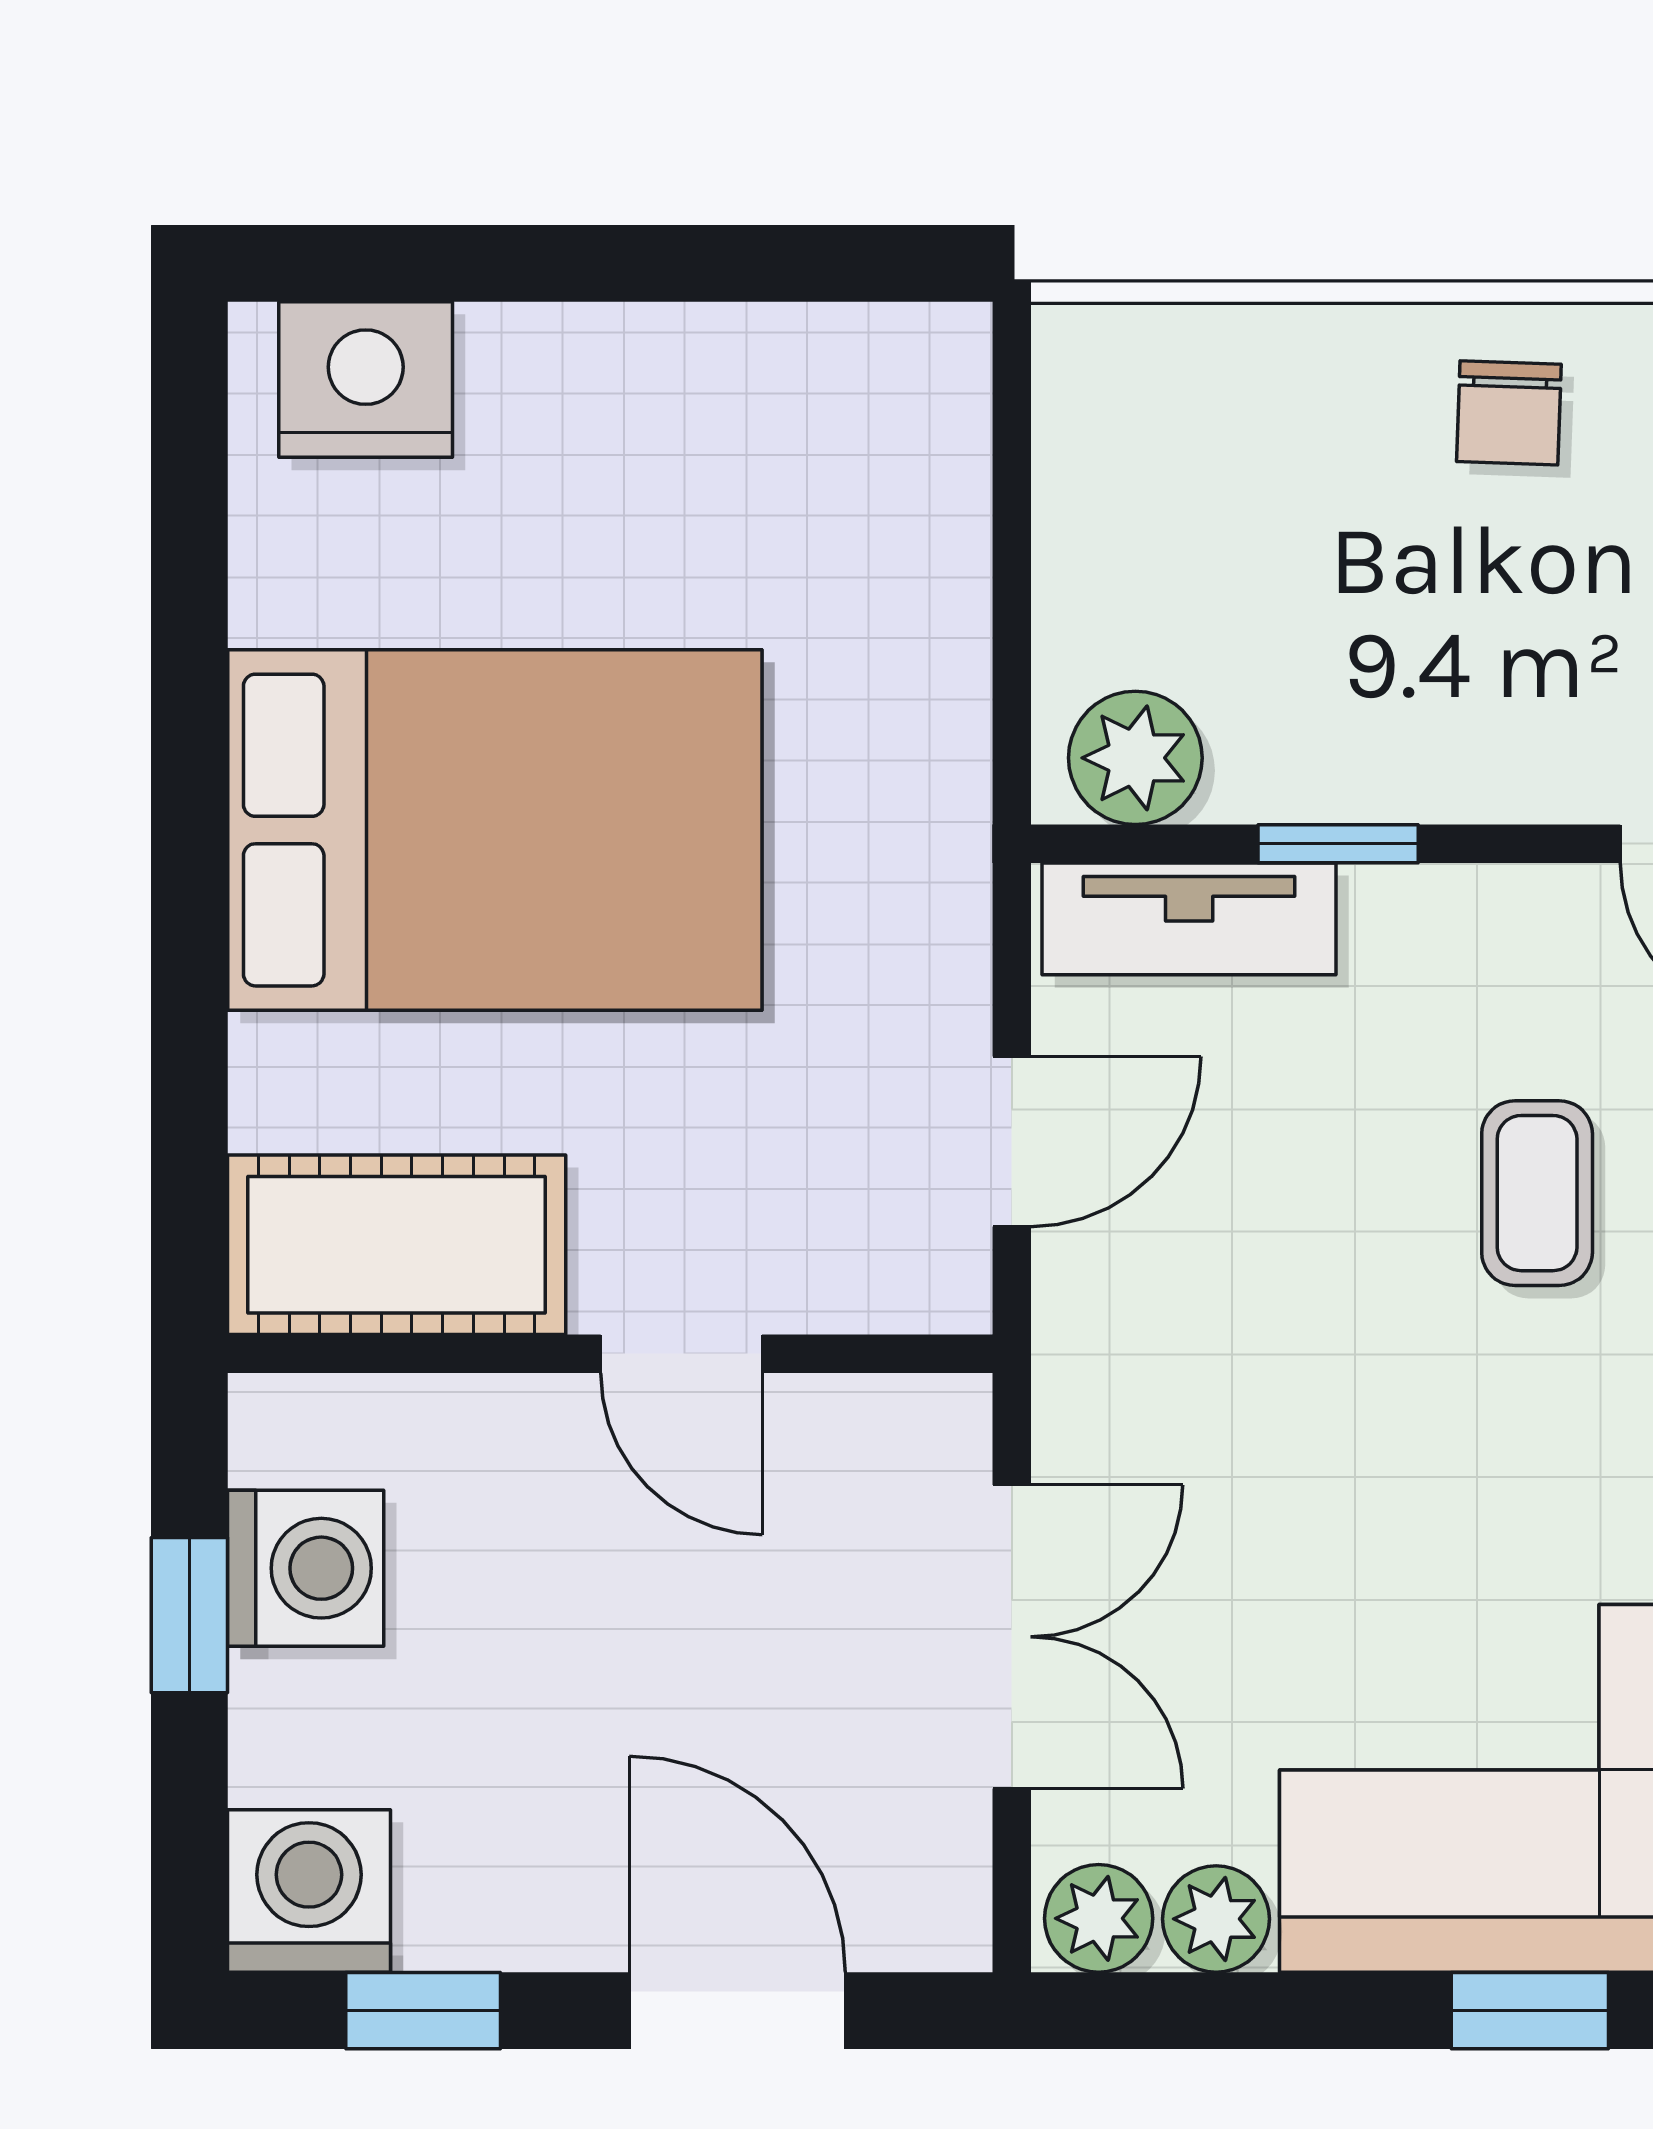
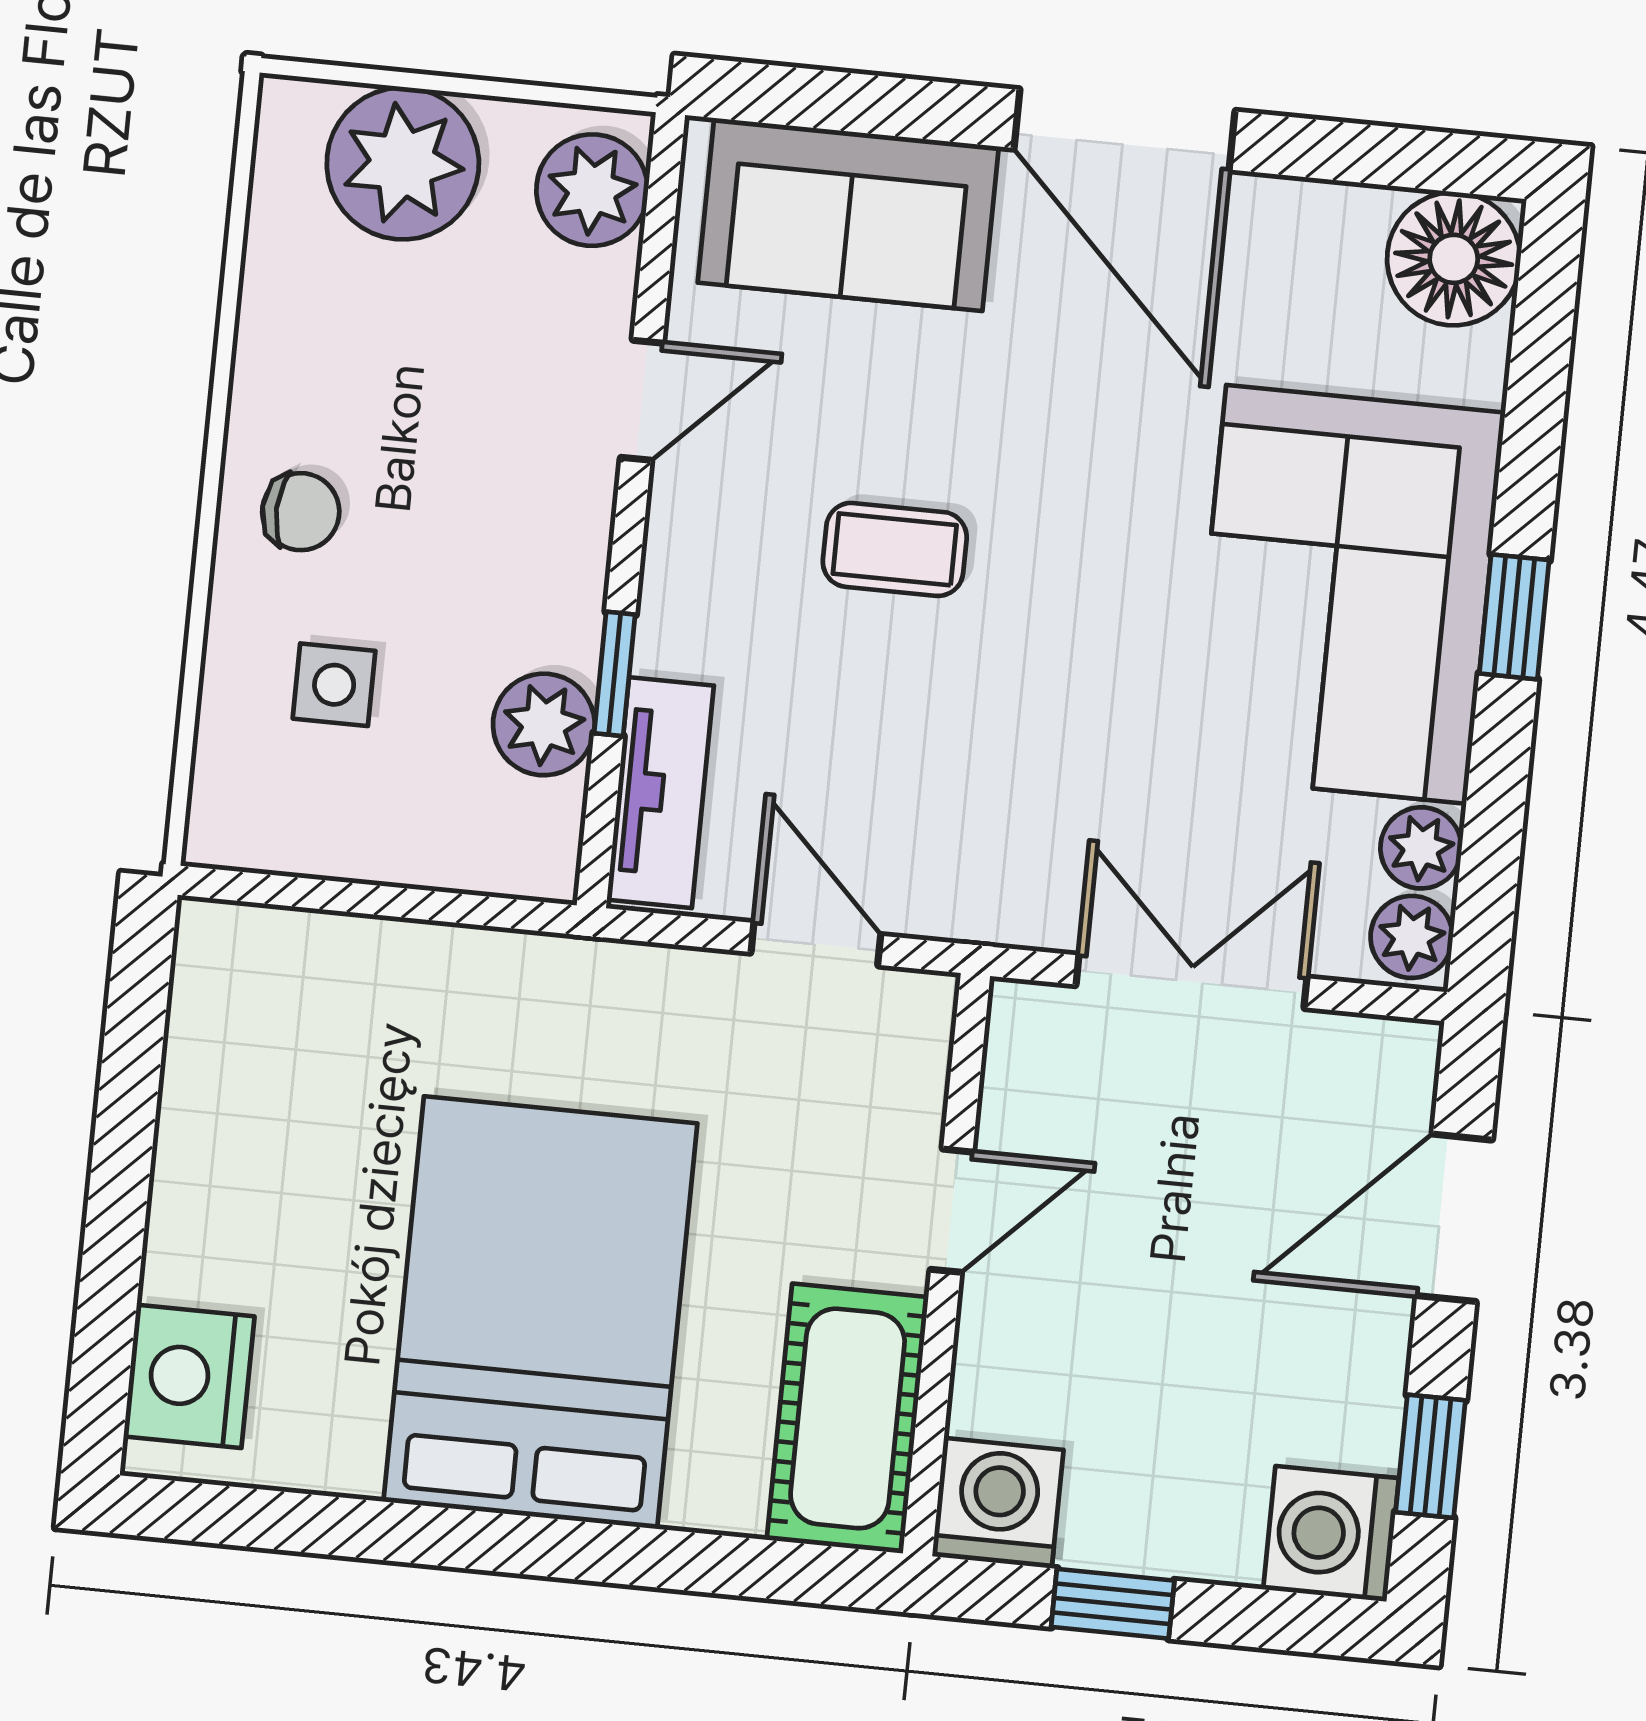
side table: (1287, 479) -> (334, 685), added
plant: (1135, 758) -> (544, 724), moved
washing machine: (306, 1568) -> (998, 1503), moved

